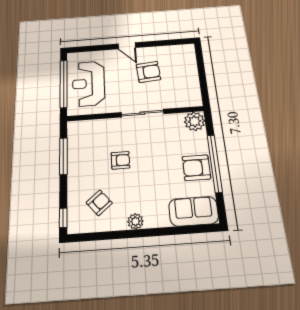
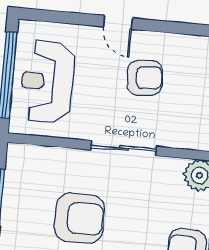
armchair: (120, 160) -> (79, 218), width x1.88, depth x1.88

